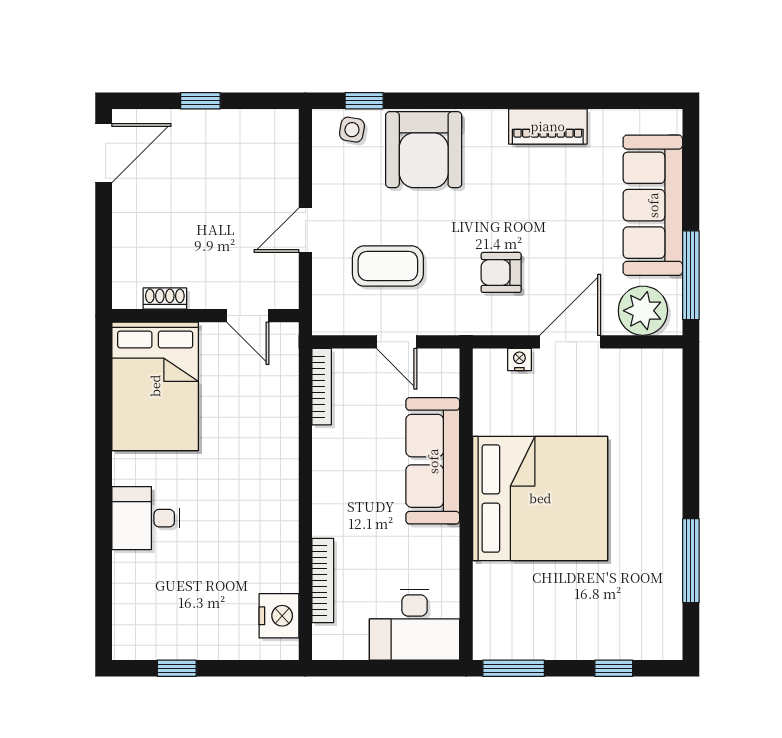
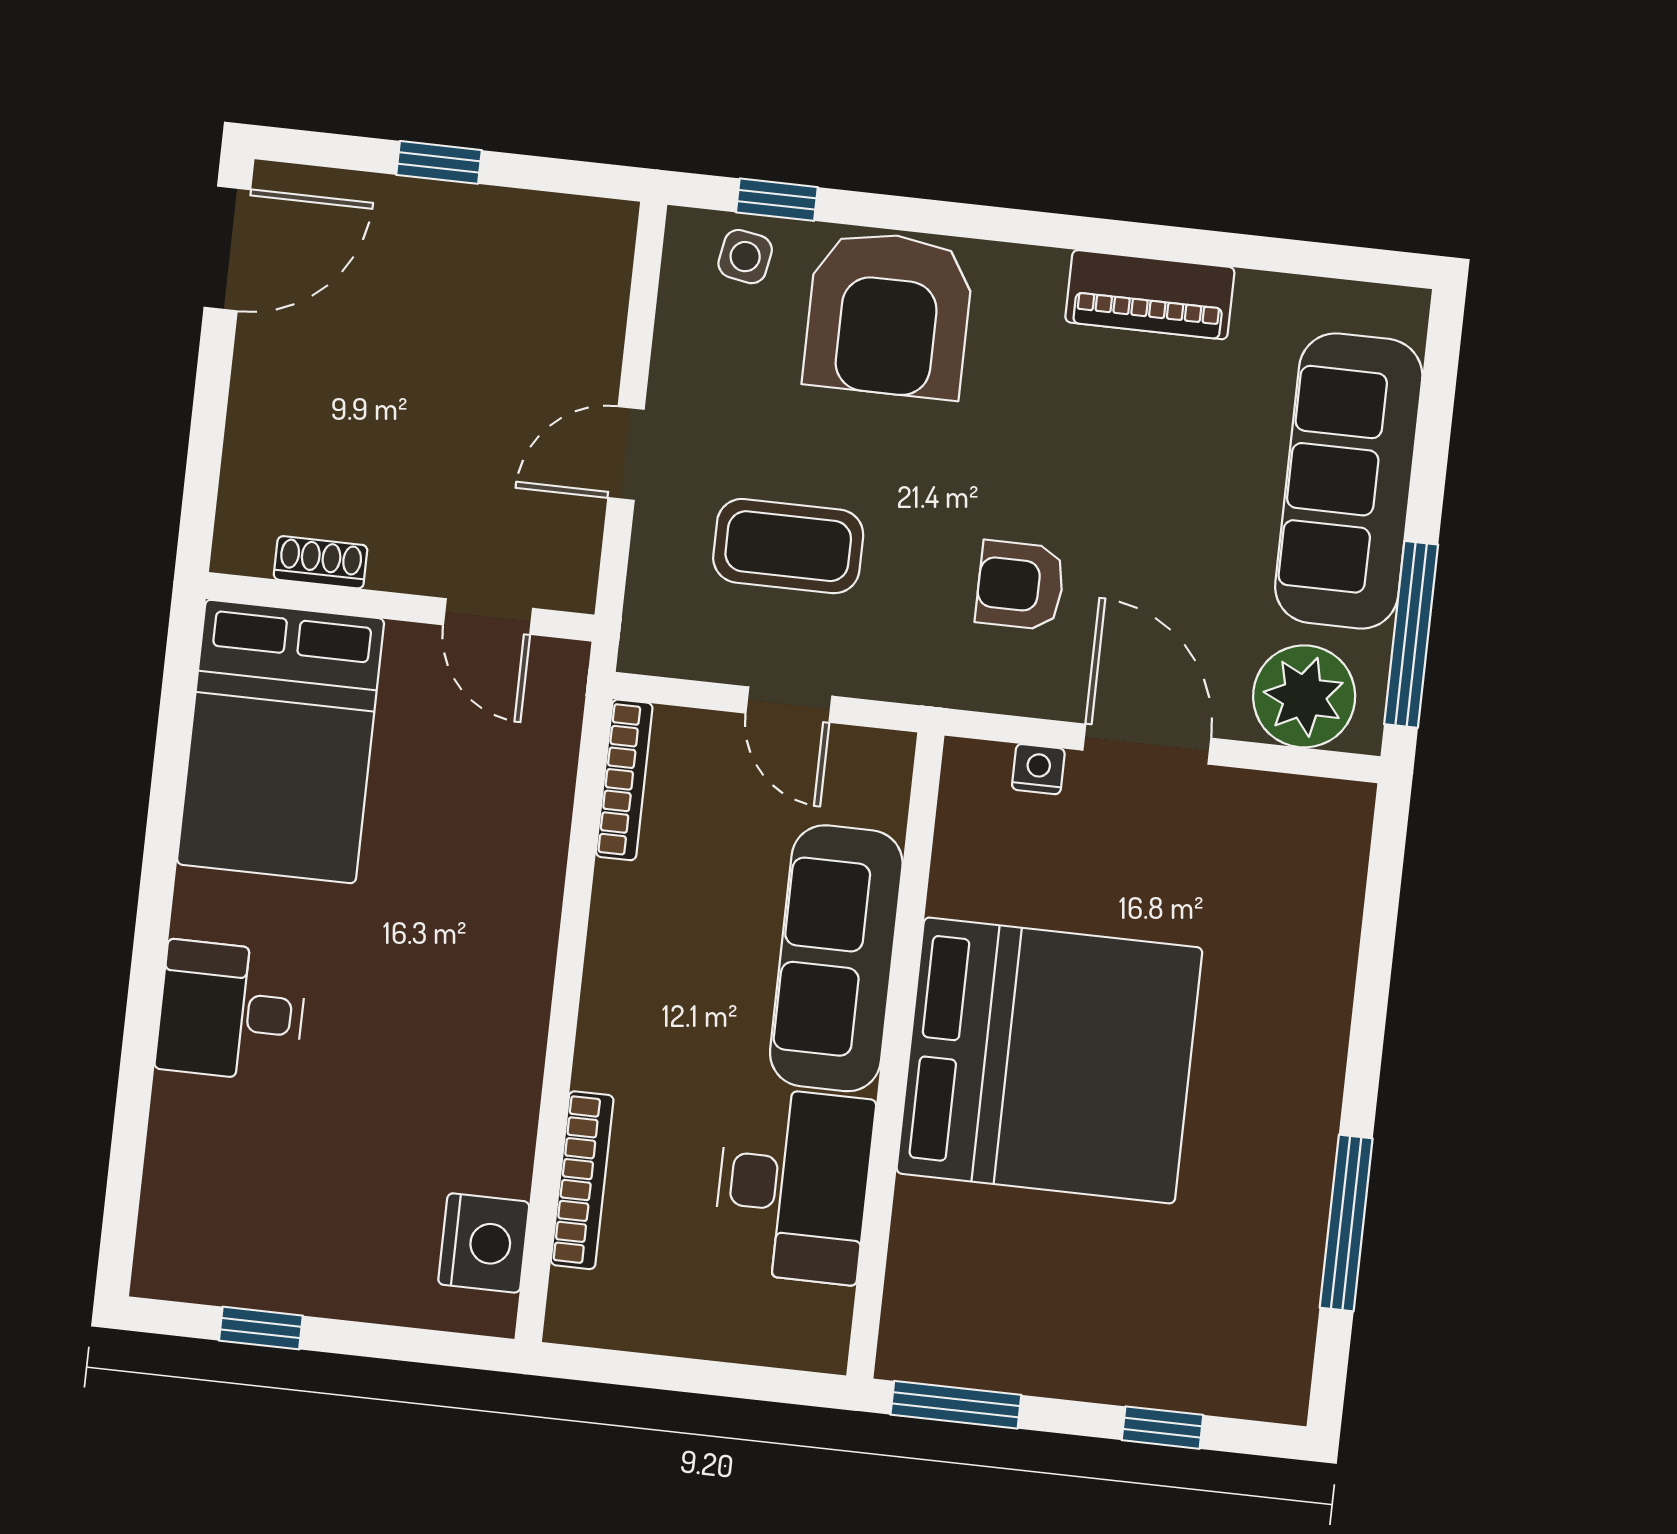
door: (570, 342) -> (1147, 744), hinge flipped
desk: (414, 625) -> (793, 1185), moved, turned -90

